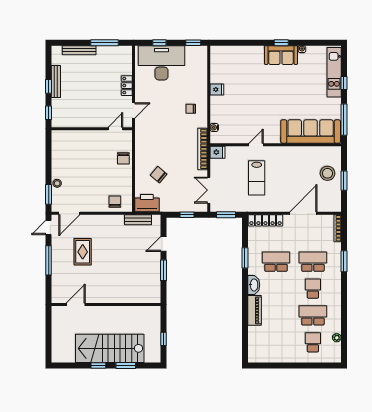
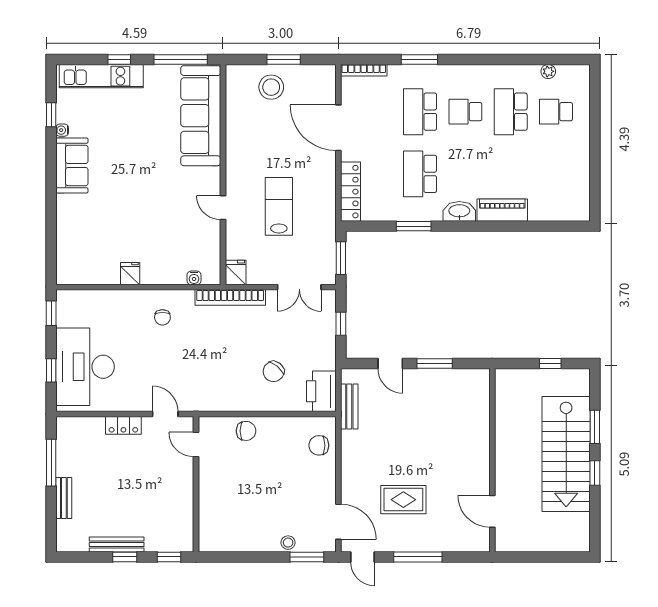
window: (281, 43) -> (51, 115), moved
bench: (79, 50) -> (64, 498), width x0.73
lab bench: (257, 178) -> (279, 206), turned -90

